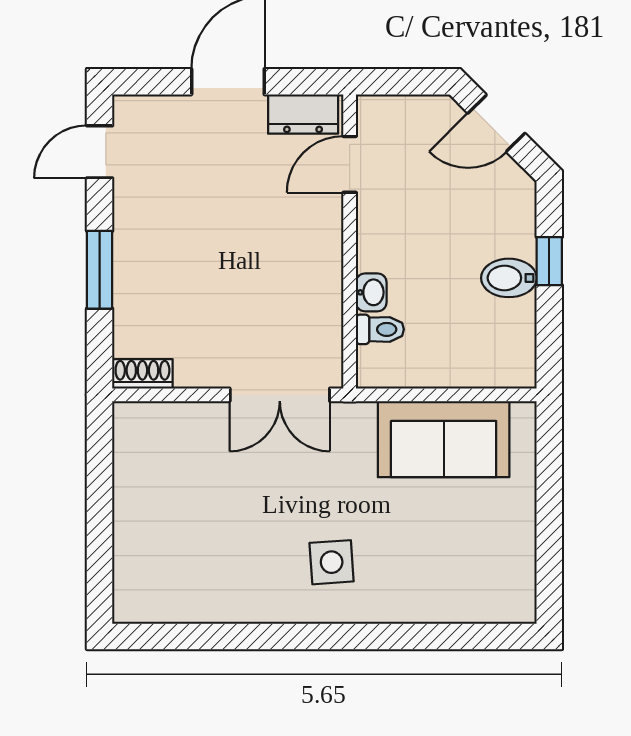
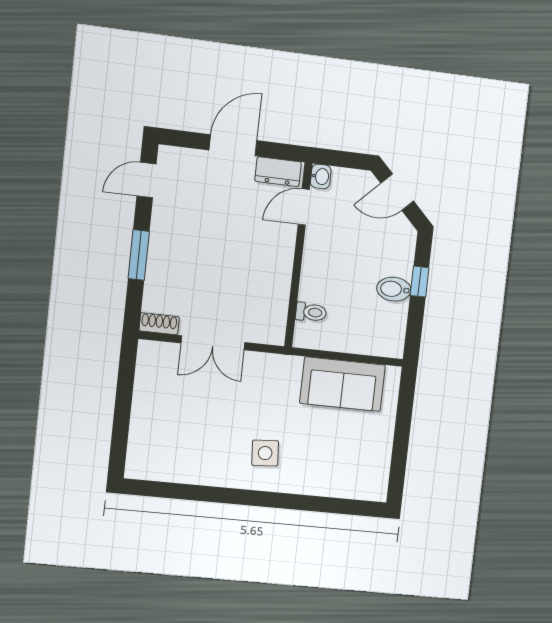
washbasin: (371, 292) -> (321, 176), moved
double door: (280, 395) -> (213, 343), moved

